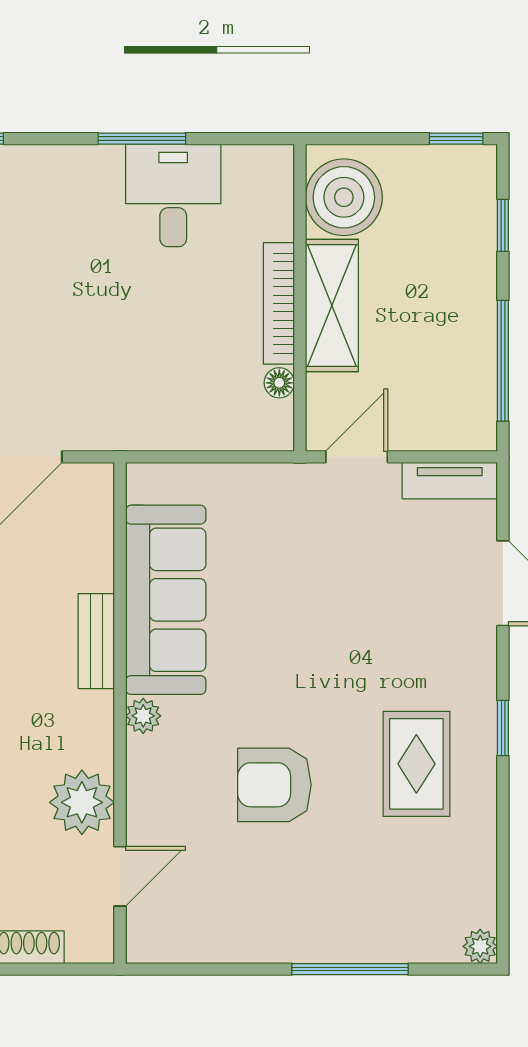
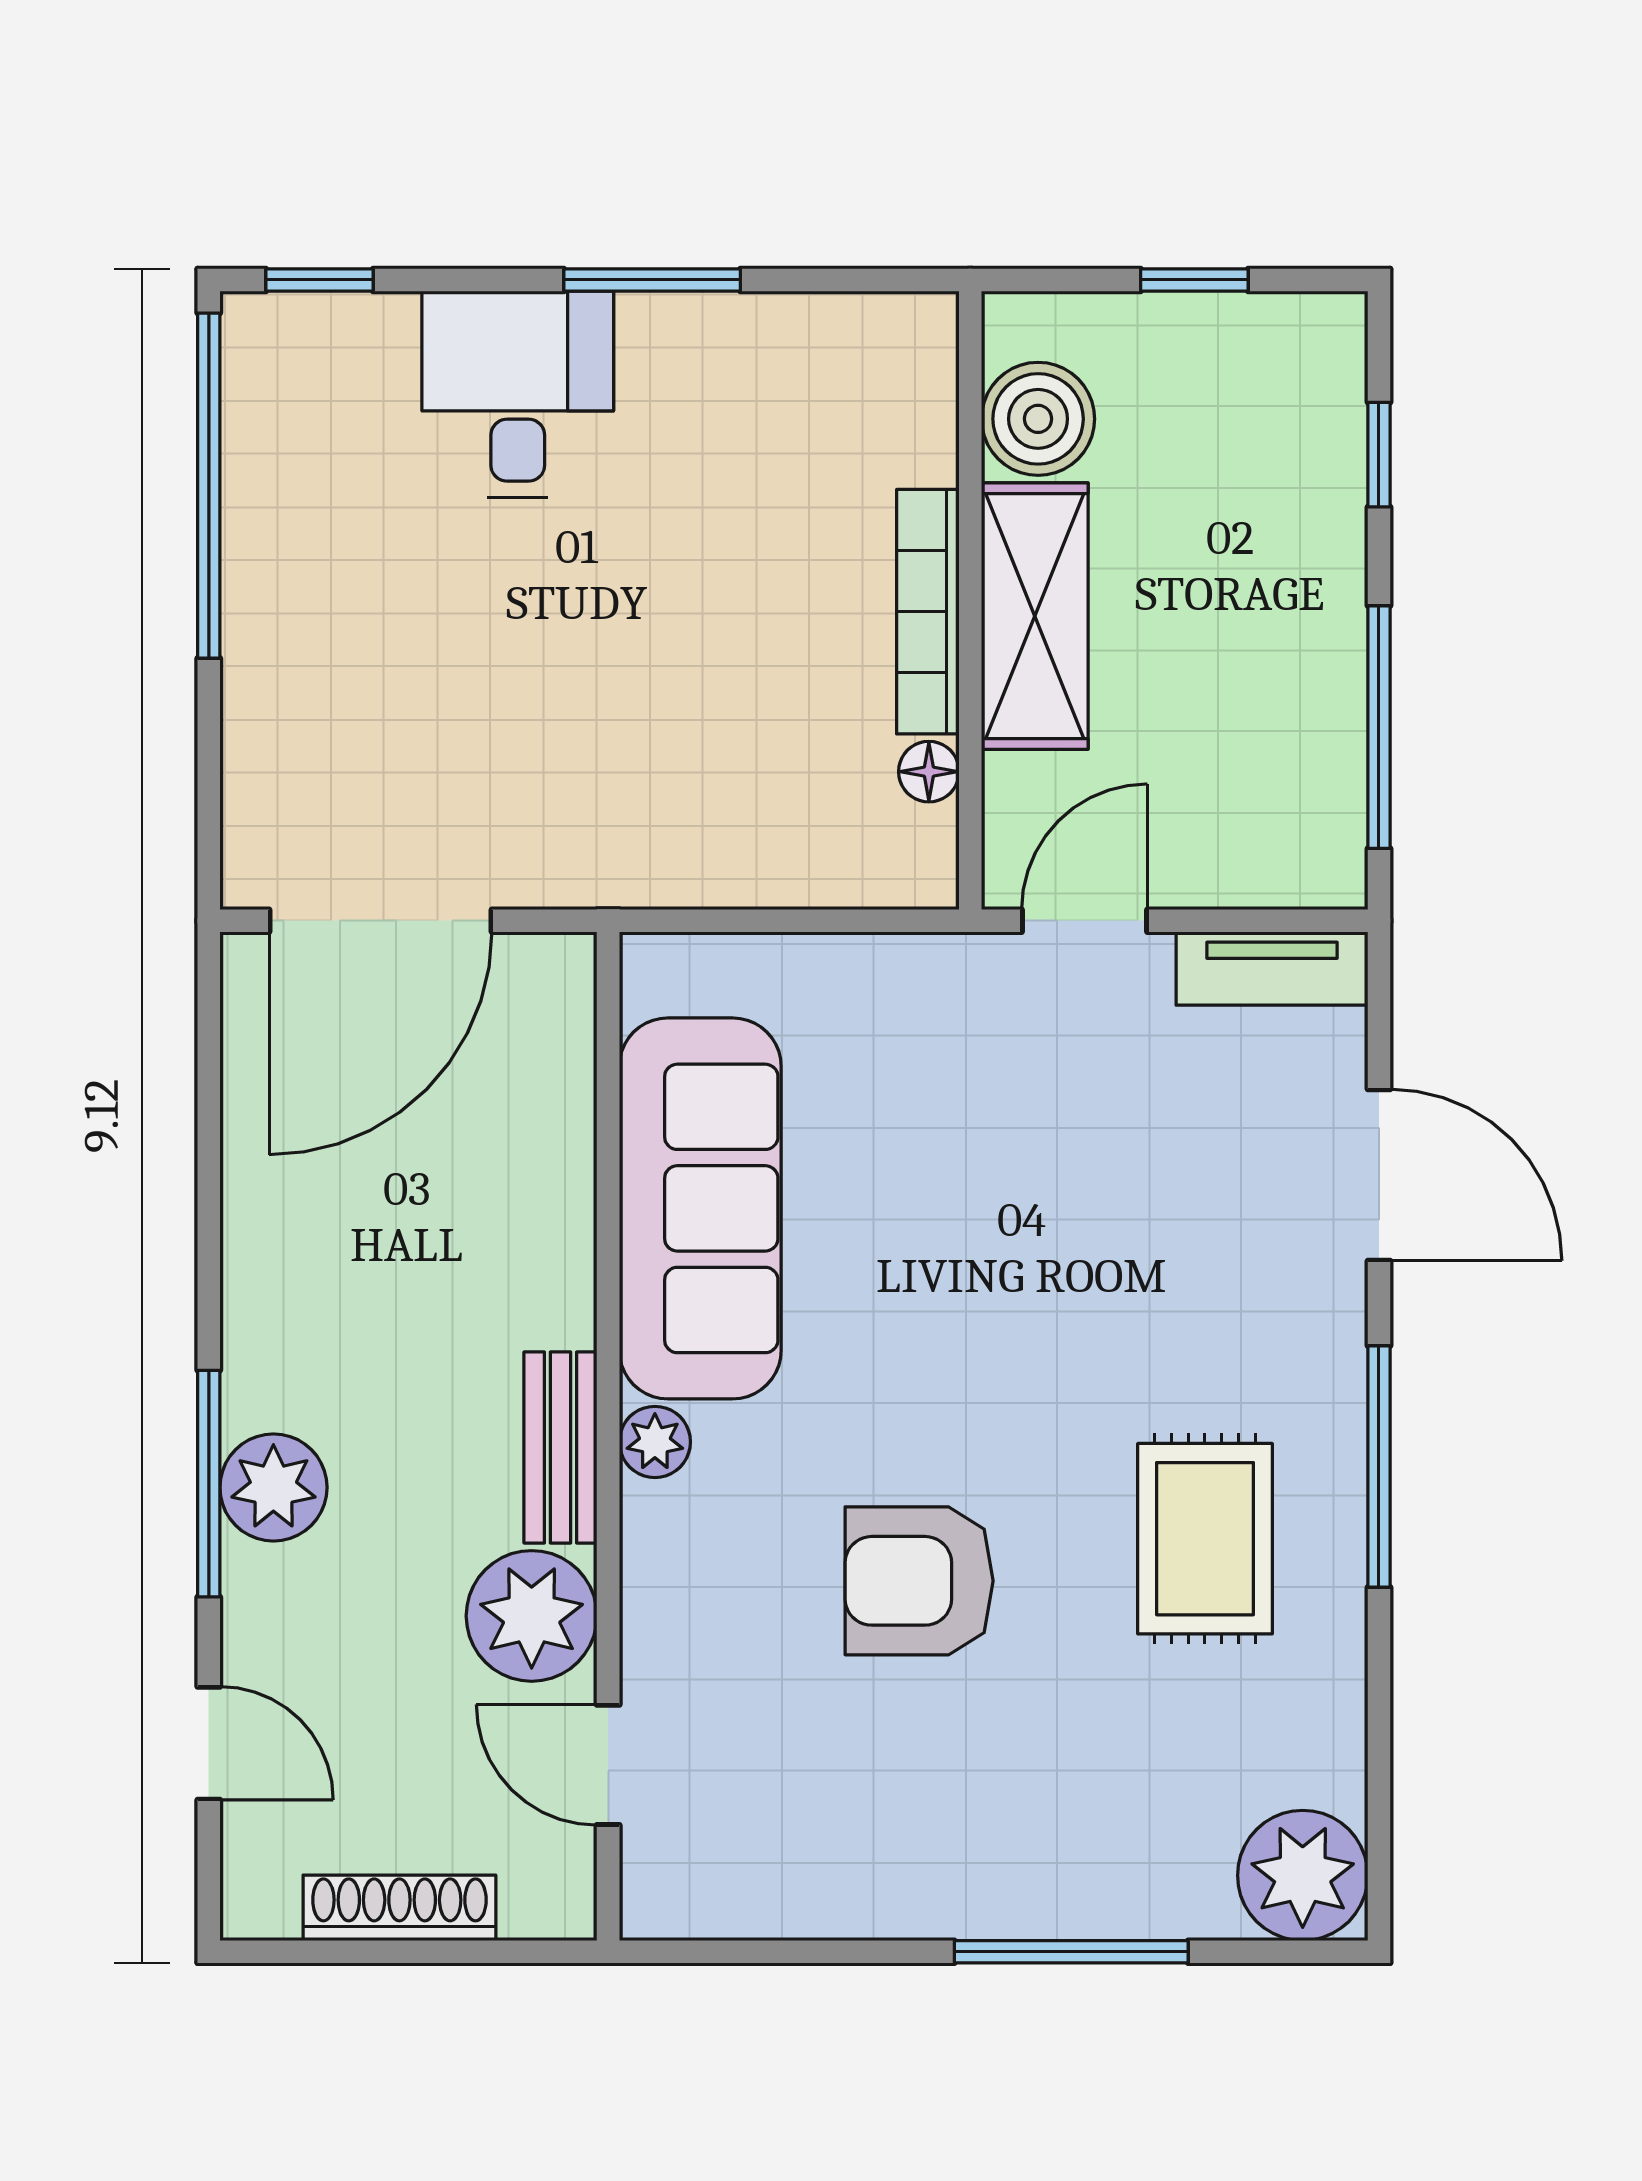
window: (456, 139) -> (1194, 280), moved
desk: (173, 195) -> (518, 394), moved
boiler: (344, 197) -> (1038, 419), width x0.73, depth x0.73
bench: (96, 641) -> (560, 1447), moved
window: (503, 728) -> (1379, 1467), width x2.17
door: (120, 876) -> (608, 1765), swing flipped
plant: (480, 946) -> (1303, 1875), width x1.87, depth x1.87

